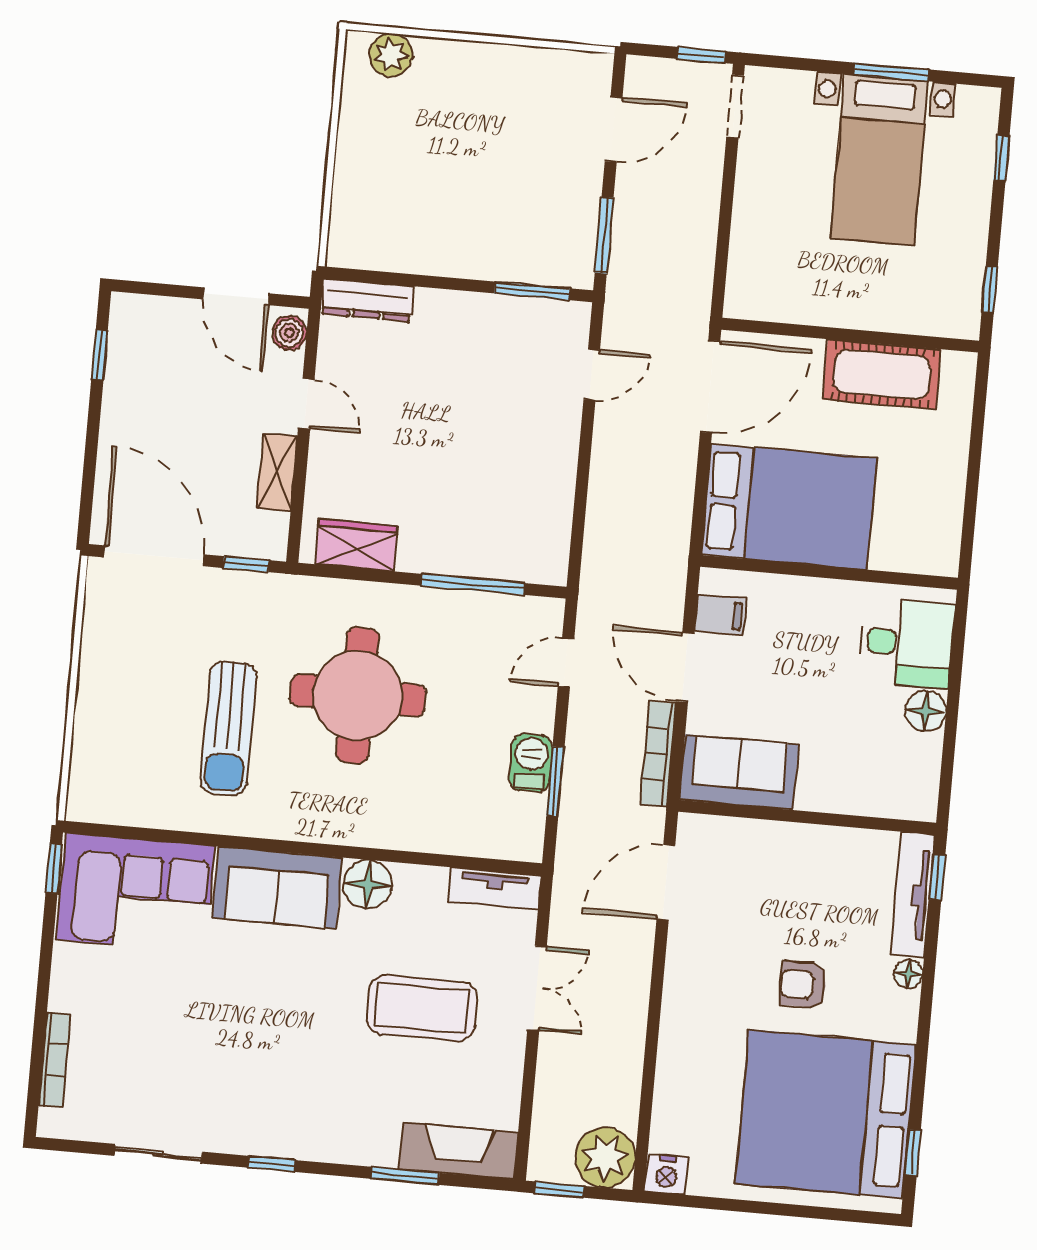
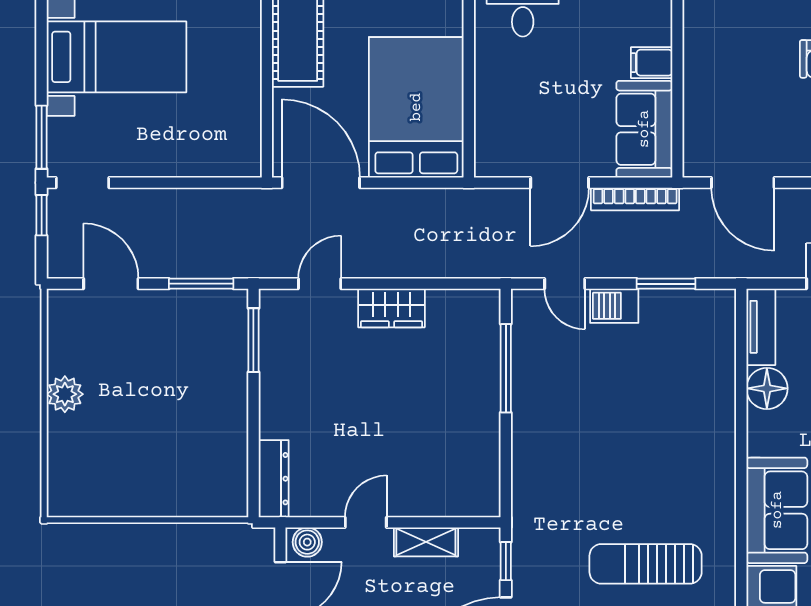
plant: (391, 55) -> (65, 394), moved
window: (891, 72) -> (42, 137), moved
door: (592, 375) -> (320, 284), hinge flipped
wardrobe: (356, 545) -> (391, 308), moved, turned -90
filing cabinet: (720, 615) -> (652, 63), moved, turned -90
round table: (358, 695) -> (608, 457), removed
sun lounger: (228, 728) -> (646, 564), turned 180
barbecue: (531, 763) -> (614, 306), moved
floor lamp: (368, 884) -> (767, 388), moved

